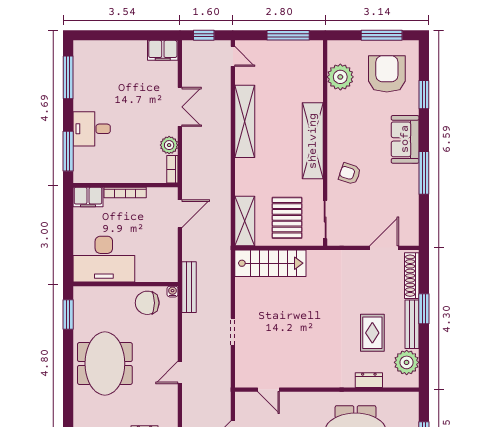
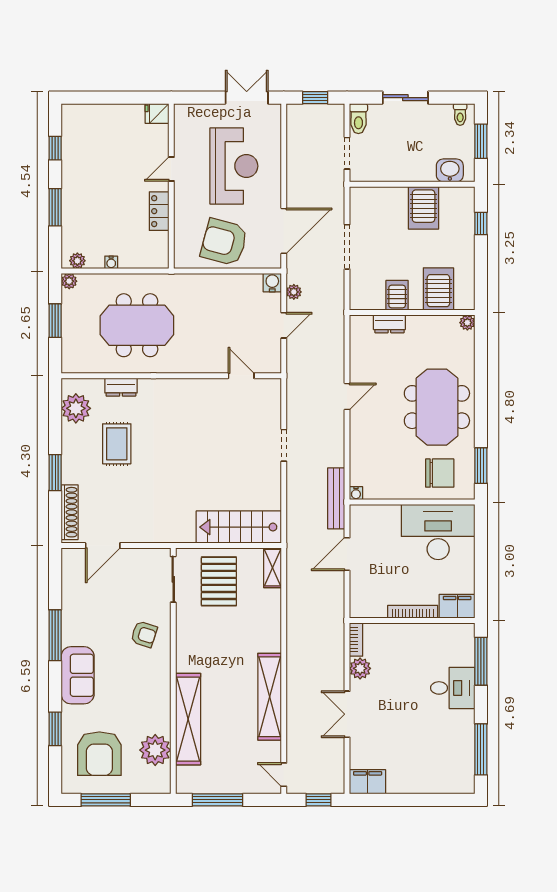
shelving: (313, 141) -> (188, 719), moved
door: (180, 214) -> (347, 554), moved
shelving: (245, 221) -> (273, 568), width x0.67, depth x0.75
chair: (147, 303) -> (440, 473), moved
bench: (412, 324) -> (69, 454), removed

